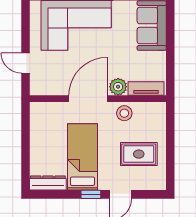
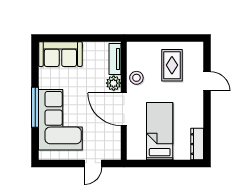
bed: (82, 157) -> (160, 131), moved, turned 90
window: (91, 194) -> (207, 107), removed

